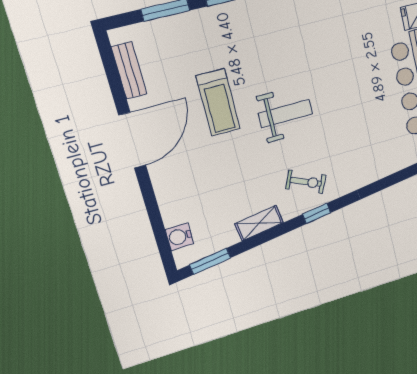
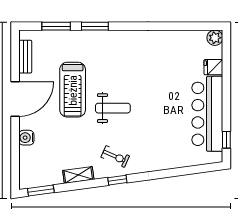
treadmill: (218, 102) -> (73, 90), width x1.37, depth x1.38
water cooler: (180, 237) -> (26, 138), moved

